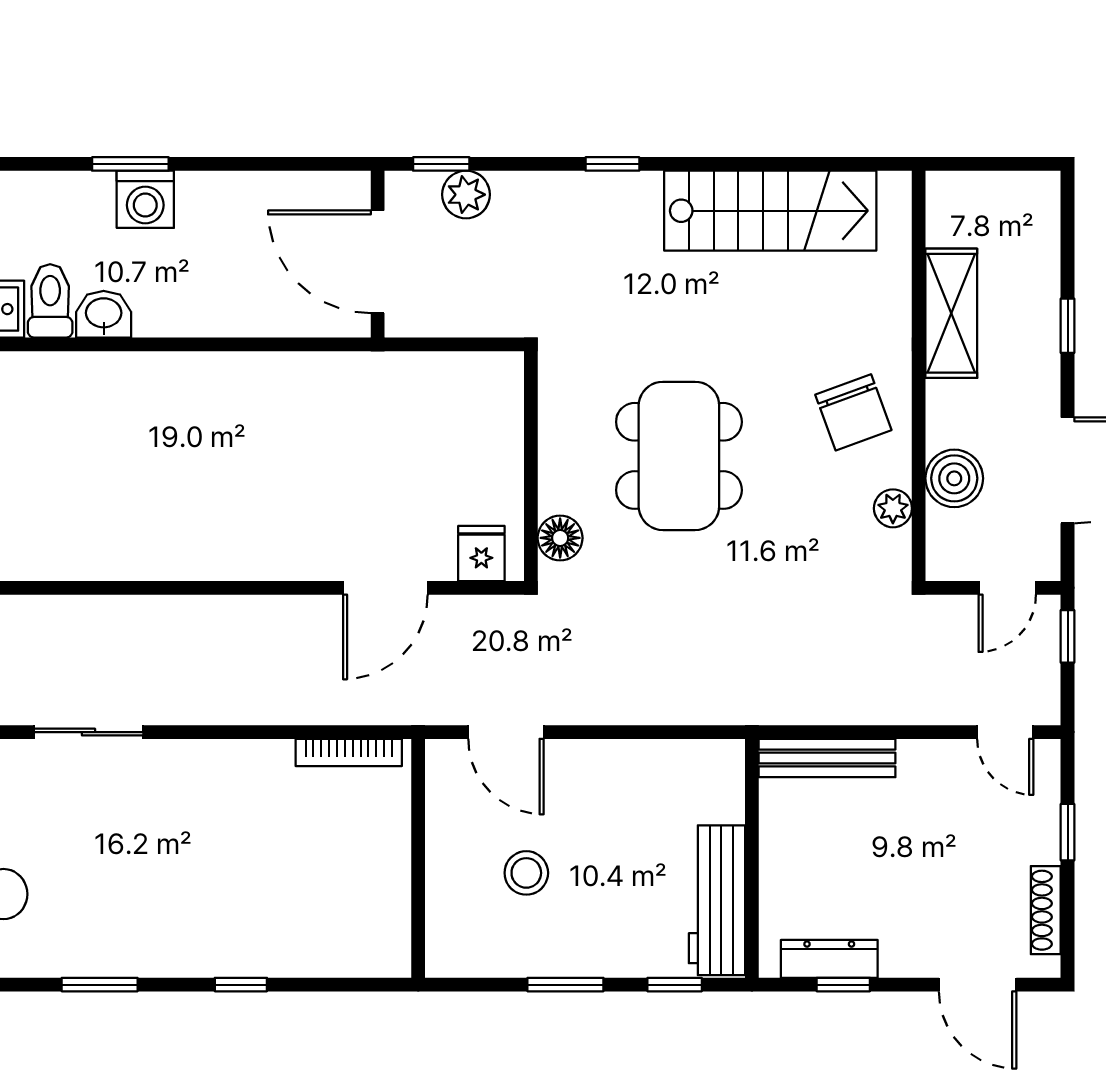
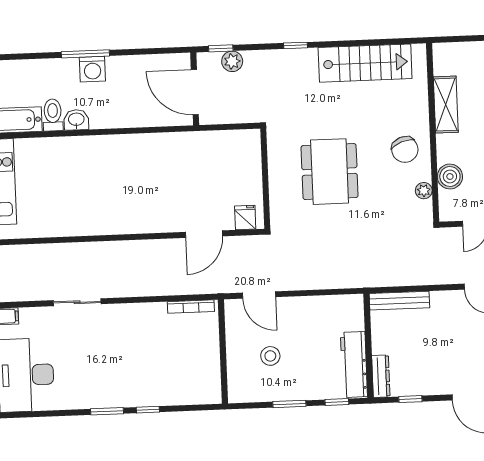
window: (130, 164) -> (85, 54), width x1.44
floor lamp: (560, 538) -> (279, 209), removed
dresser: (829, 959) -> (381, 376), moved, turned 90
window: (100, 985) -> (107, 411), moved

